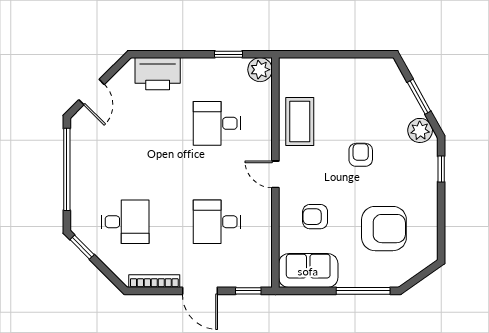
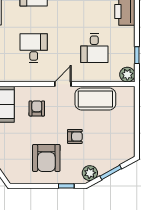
coffee table: (300, 122) -> (95, 99), width x1.36, depth x1.32
desk: (217, 123) -> (94, 48), turned 180
armchair: (384, 229) -> (46, 158), moved

